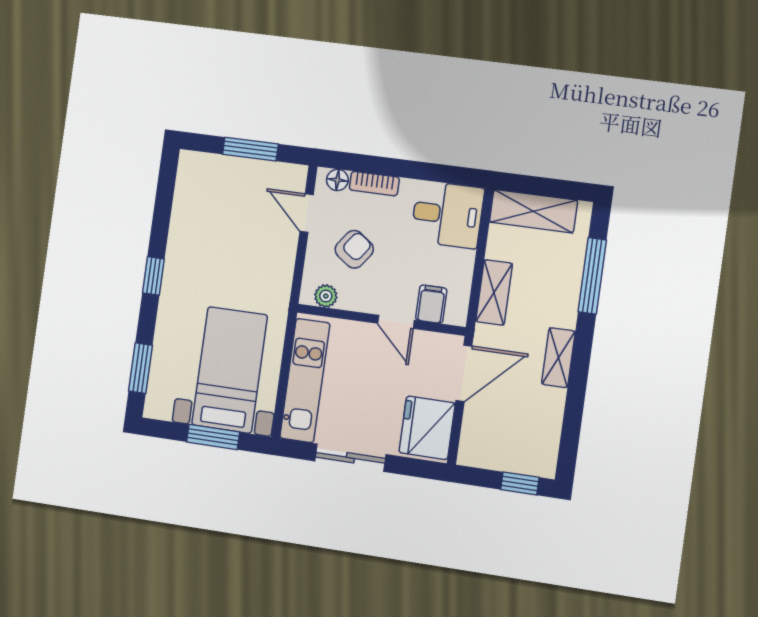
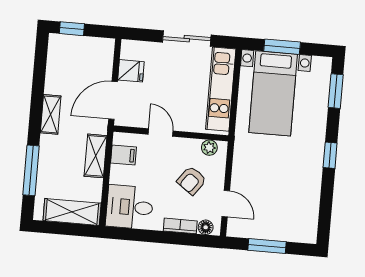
filing cabinet: (431, 304) -> (124, 155), moved, turned -90
fridge: (427, 428) -> (131, 71), width x0.53, depth x0.75

